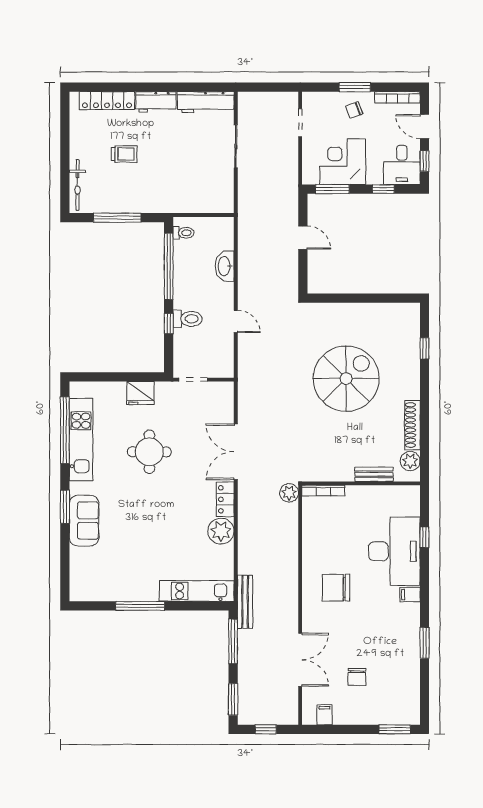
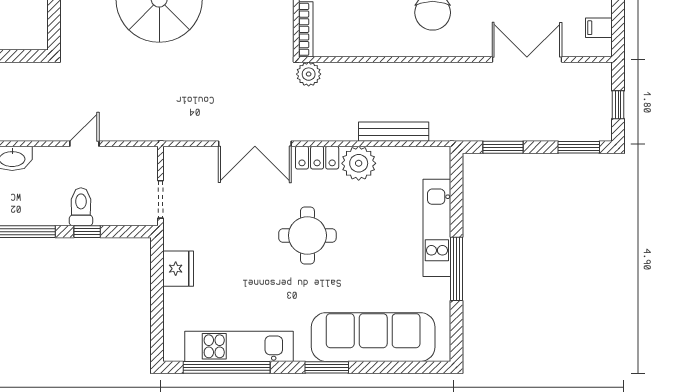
round table: (149, 452) -> (307, 235), moved
sofa: (84, 521) -> (373, 337), width x1.85, depth x1.27
kitchen unit: (197, 591) -> (437, 228), moved
bench: (245, 602) -> (394, 132), moved
window: (233, 641) -> (503, 147), width x0.69

